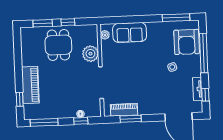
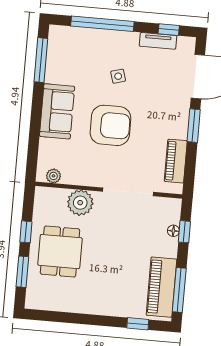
sofa: (130, 32) -> (57, 111), moved
armchair: (187, 42) -> (110, 125), moved
dining table: (58, 45) -> (60, 252), turned 90
piano: (30, 85) -> (161, 287), moved, turned -90
window: (131, 119) -> (194, 126), moved

